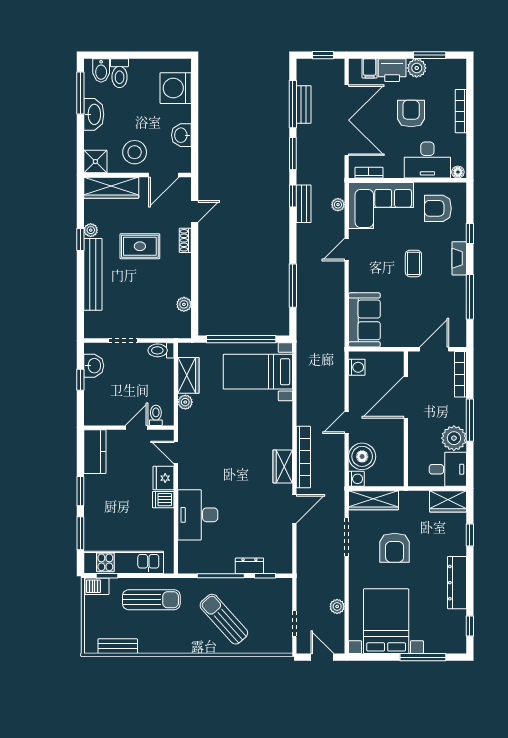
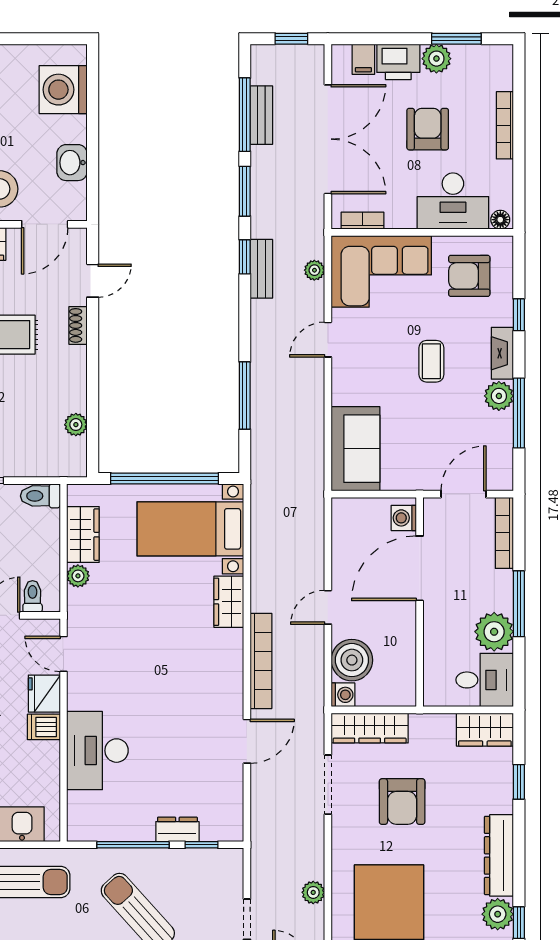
plant: (457, 286) -> (499, 396), added
washing machine: (357, 367) -> (404, 518), moved, turned 180
wardrobe: (283, 466) -> (229, 602), moved
plant: (456, 620) -> (498, 914), added

